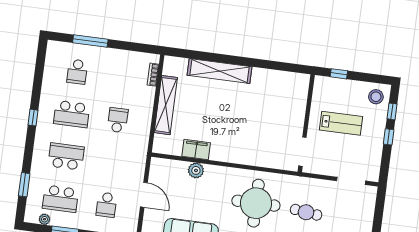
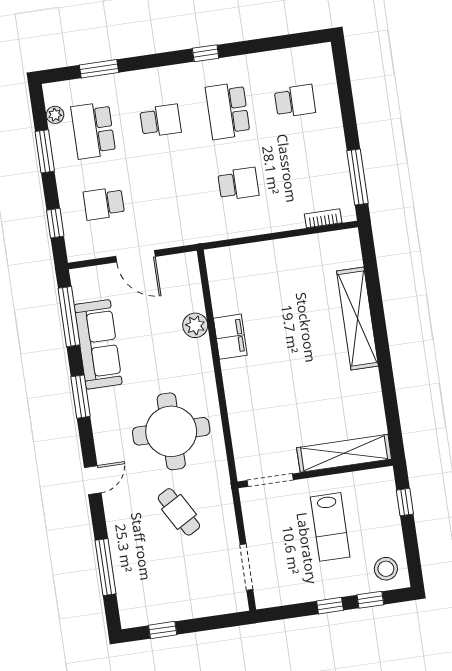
window: (90, 41) -> (357, 177), moved
school desk: (77, 72) -> (295, 101), turned 180
shelving: (166, 105) -> (344, 453), moved
filing cabinet: (196, 149) -> (230, 337), moved
school desk: (66, 156) -> (160, 121), width x0.54
door: (144, 195) -> (135, 256), hinge flipped
cafe table: (306, 212) -> (179, 512), turned -37

